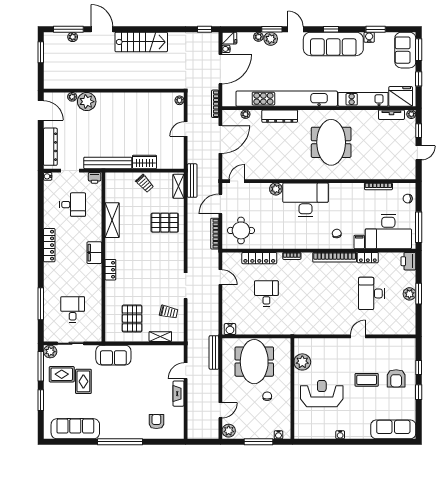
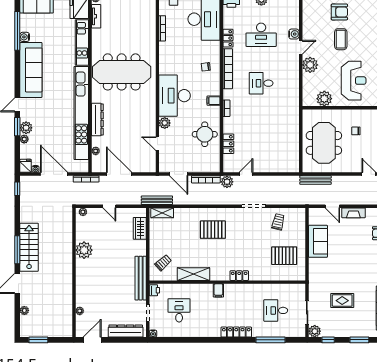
window: (68, 29) -> (17, 250), moved
window: (331, 29) -> (17, 72), removed
window: (376, 29) -> (17, 31), width x2.11
plant: (87, 102) -> (84, 250), moved
meeting table: (331, 142) -> (122, 72), width x1.36
wardrobe: (144, 162) -> (140, 228), moved
door: (237, 181) -> (157, 144), moved
trolley: (145, 183) -> (163, 263), moved
pallet: (165, 223) -> (213, 230), moved, turned 90
round table: (241, 230) -> (205, 134), moved
filing cabinet: (359, 242) -> (214, 101), moved
locker: (49, 245) -> (236, 332), moved
filing cabinet: (94, 253) -> (218, 290), width x0.50
plant: (212, 257) -> (227, 182), added
locker: (259, 258) -> (228, 144), width x0.66
desk: (266, 293) -> (261, 83), moved
water cooler: (230, 329) -> (294, 34), moved
door: (358, 336) -> (301, 47), swing flipped
shelving: (160, 337) -> (301, 230), removed
plant: (339, 347) -> (310, 65), added
sofa: (113, 355) -> (318, 241), moved
meeting table: (254, 362) -> (324, 143), turned 90
window: (41, 366) -> (328, 340), width x0.46
rug: (62, 374) -> (336, 321), removed
reception desk: (322, 394) -> (354, 81), turned 180

